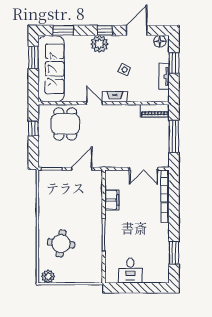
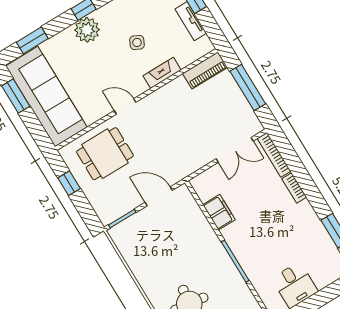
fireplace: (115, 97) -> (162, 73), moved
dining table: (65, 124) -> (105, 154), turned 90
door: (82, 169) -> (159, 196), hinge flipped

